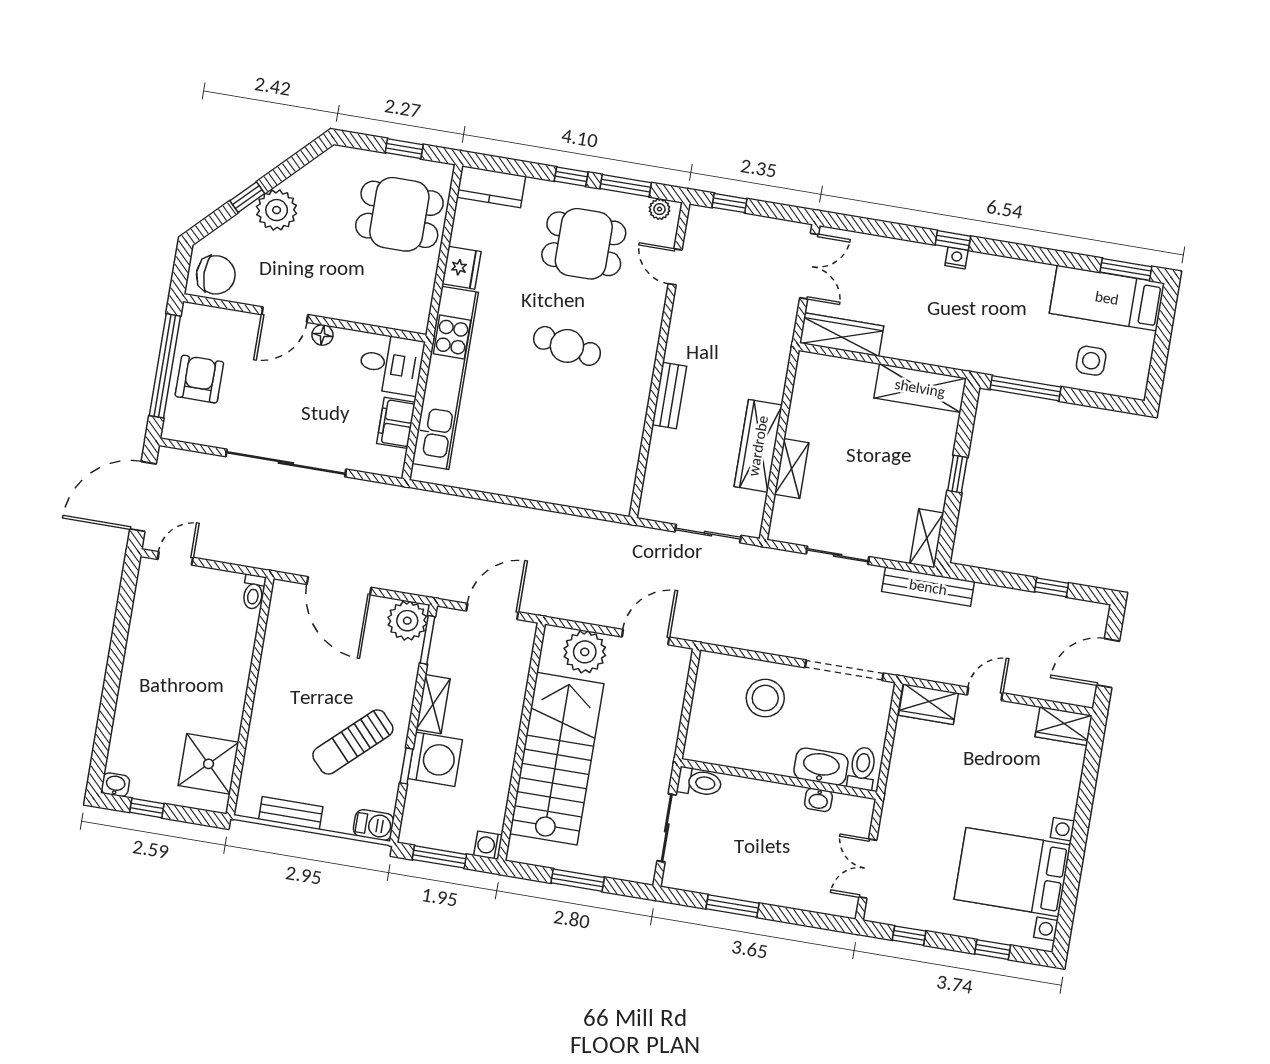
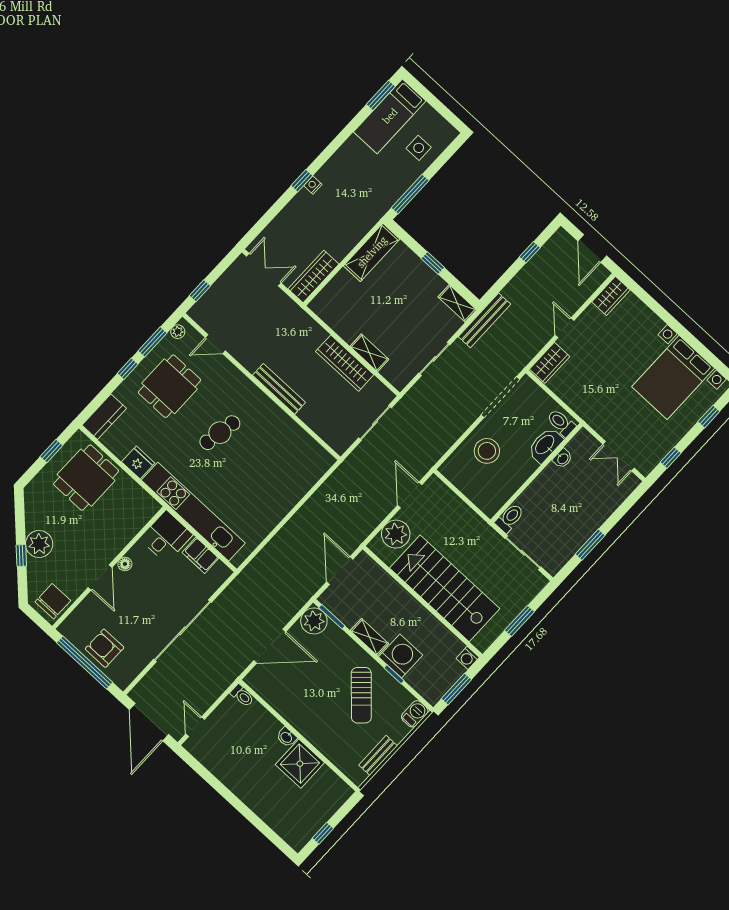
bench: (669, 396) -> (279, 389), width x1.36
shower: (209, 764) -> (300, 764), moved
washbasin: (115, 785) -> (287, 737), moved, turned -90

